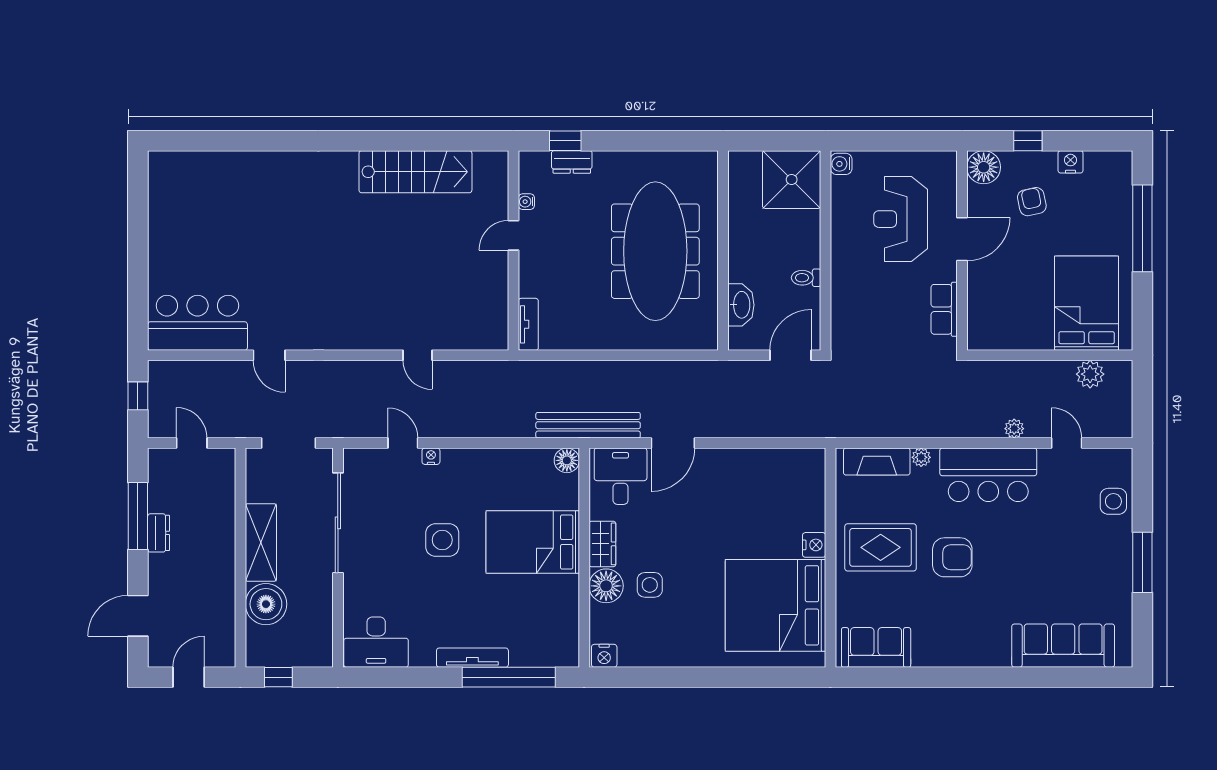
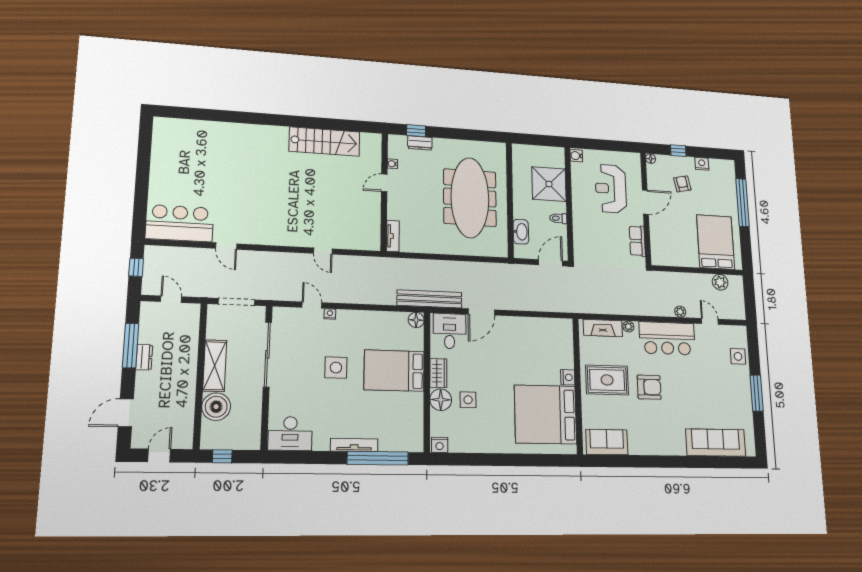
floor lamp: (984, 167) -> (651, 159), width x0.53, depth x0.53
shower: (792, 180) -> (549, 184), moved

